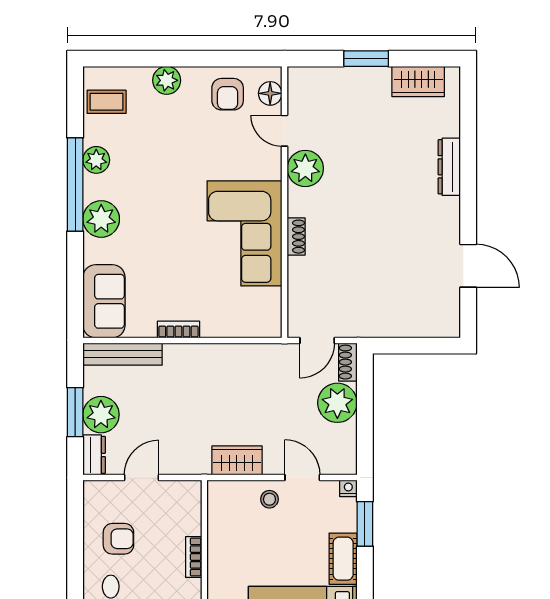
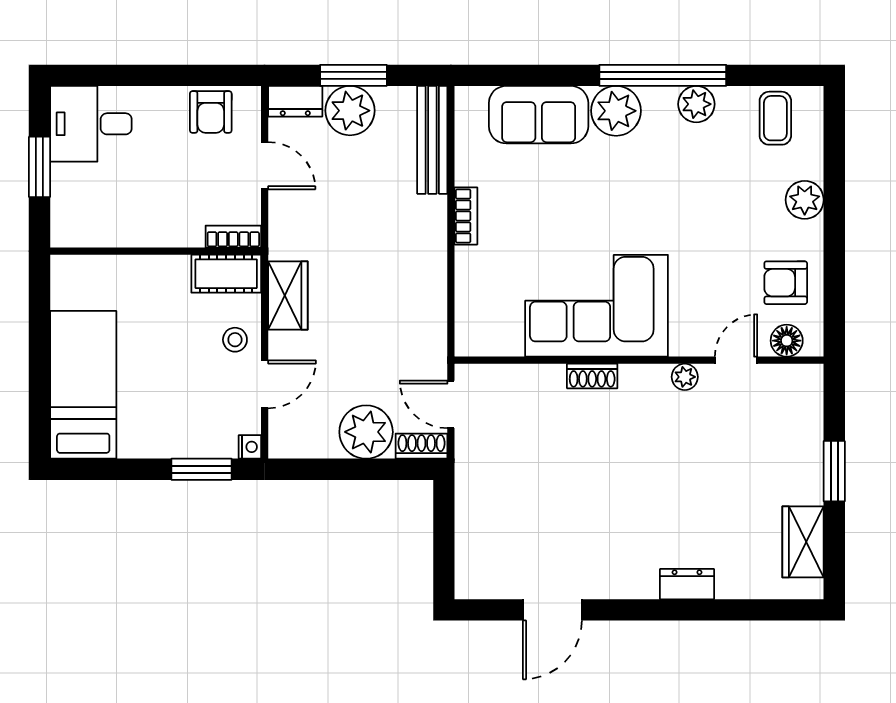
dresser: (449, 167) -> (687, 584), width x0.70
plant: (305, 168) -> (685, 377), width x0.53, depth x0.53
sofa: (104, 301) -> (539, 115), moved
armchair: (118, 539) -> (211, 112), moved
bookcase: (194, 557) -> (233, 237), moved
cot: (343, 559) -> (226, 274), moved

